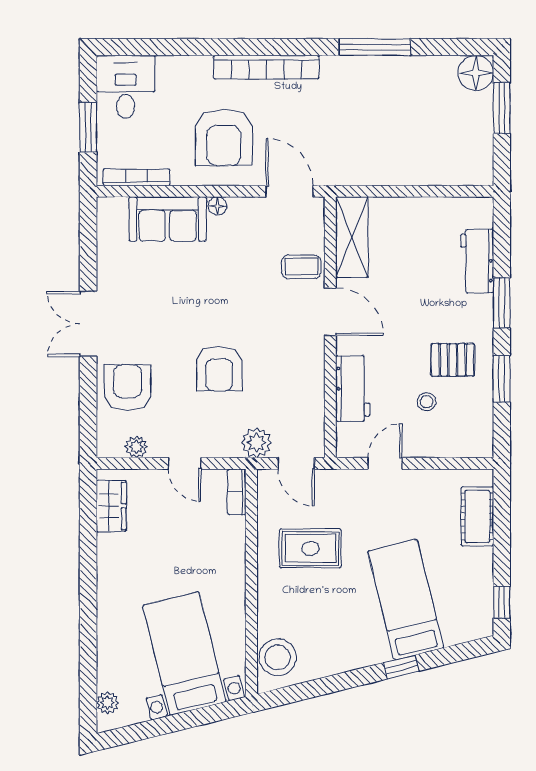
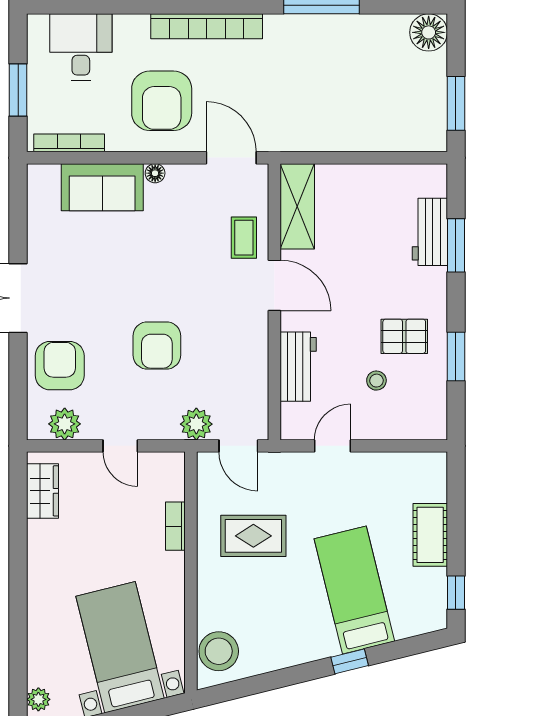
desk: (126, 87) -> (81, 47), moved
window: (502, 108) -> (456, 103), moved
coffee table: (301, 267) -> (244, 238), turned 90
window: (502, 303) -> (456, 245), moved
plant: (136, 447) -> (65, 424), width x1.38, depth x1.38
bookcase: (237, 492) -> (175, 526), moved
cot: (477, 516) -> (430, 535), moved

